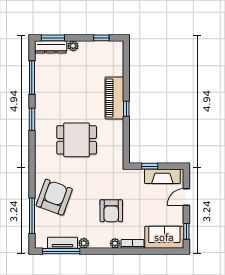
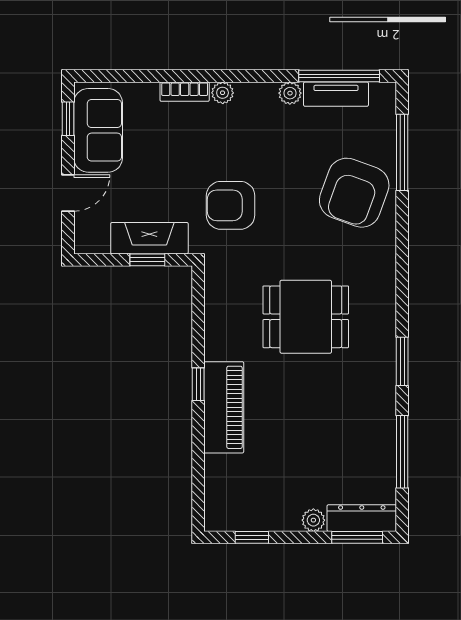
fireplace: (162, 176) -> (149, 238), moved
armchair: (111, 211) -> (231, 205), moved, turned -90
sofa: (164, 237) -> (98, 130), moved, turned -90

